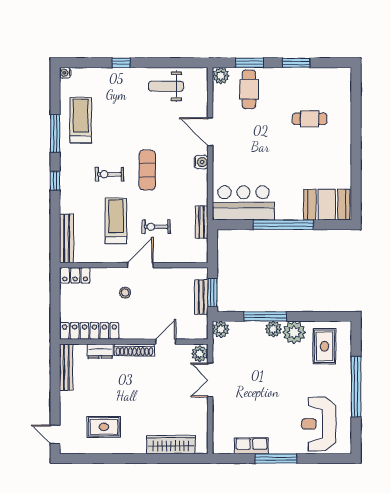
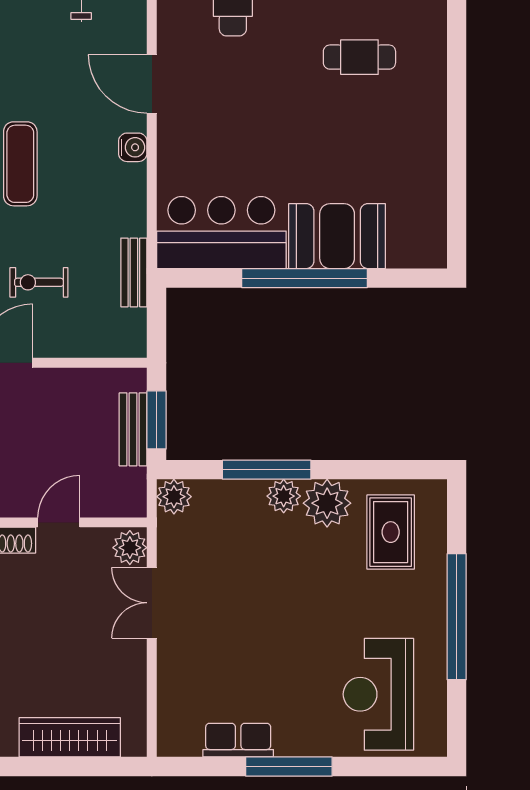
booth: (327, 205) -> (337, 236), moved

